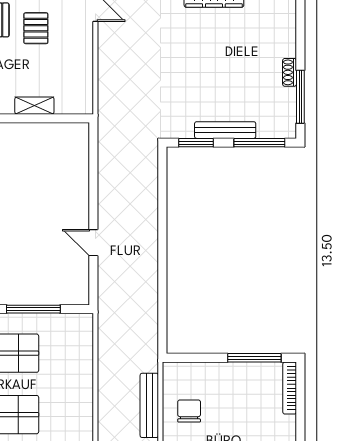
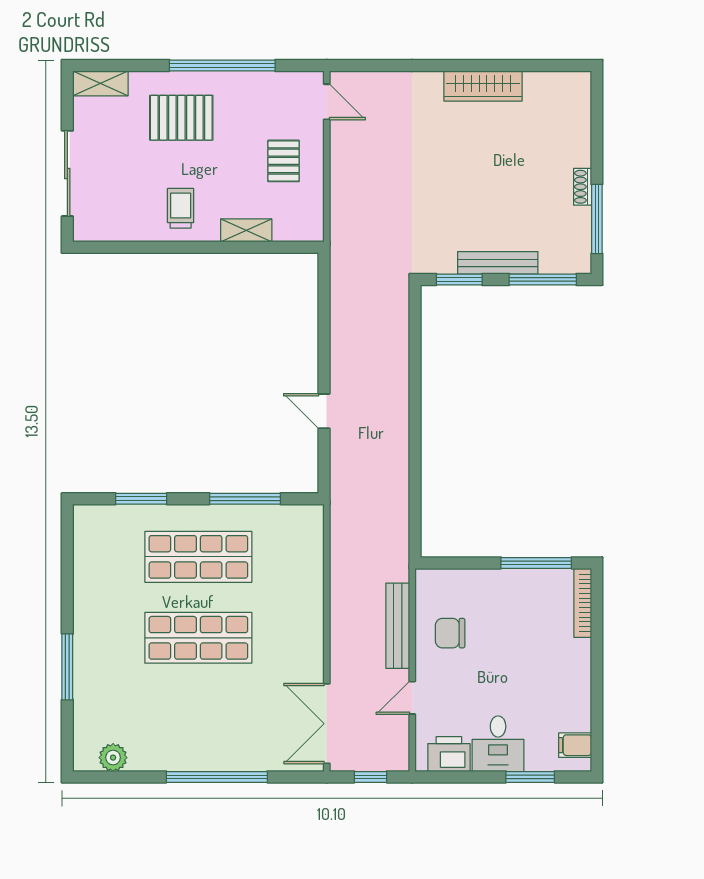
pallet: (36, 28) -> (284, 161), moved
chair: (189, 411) -> (450, 633), turned -90

